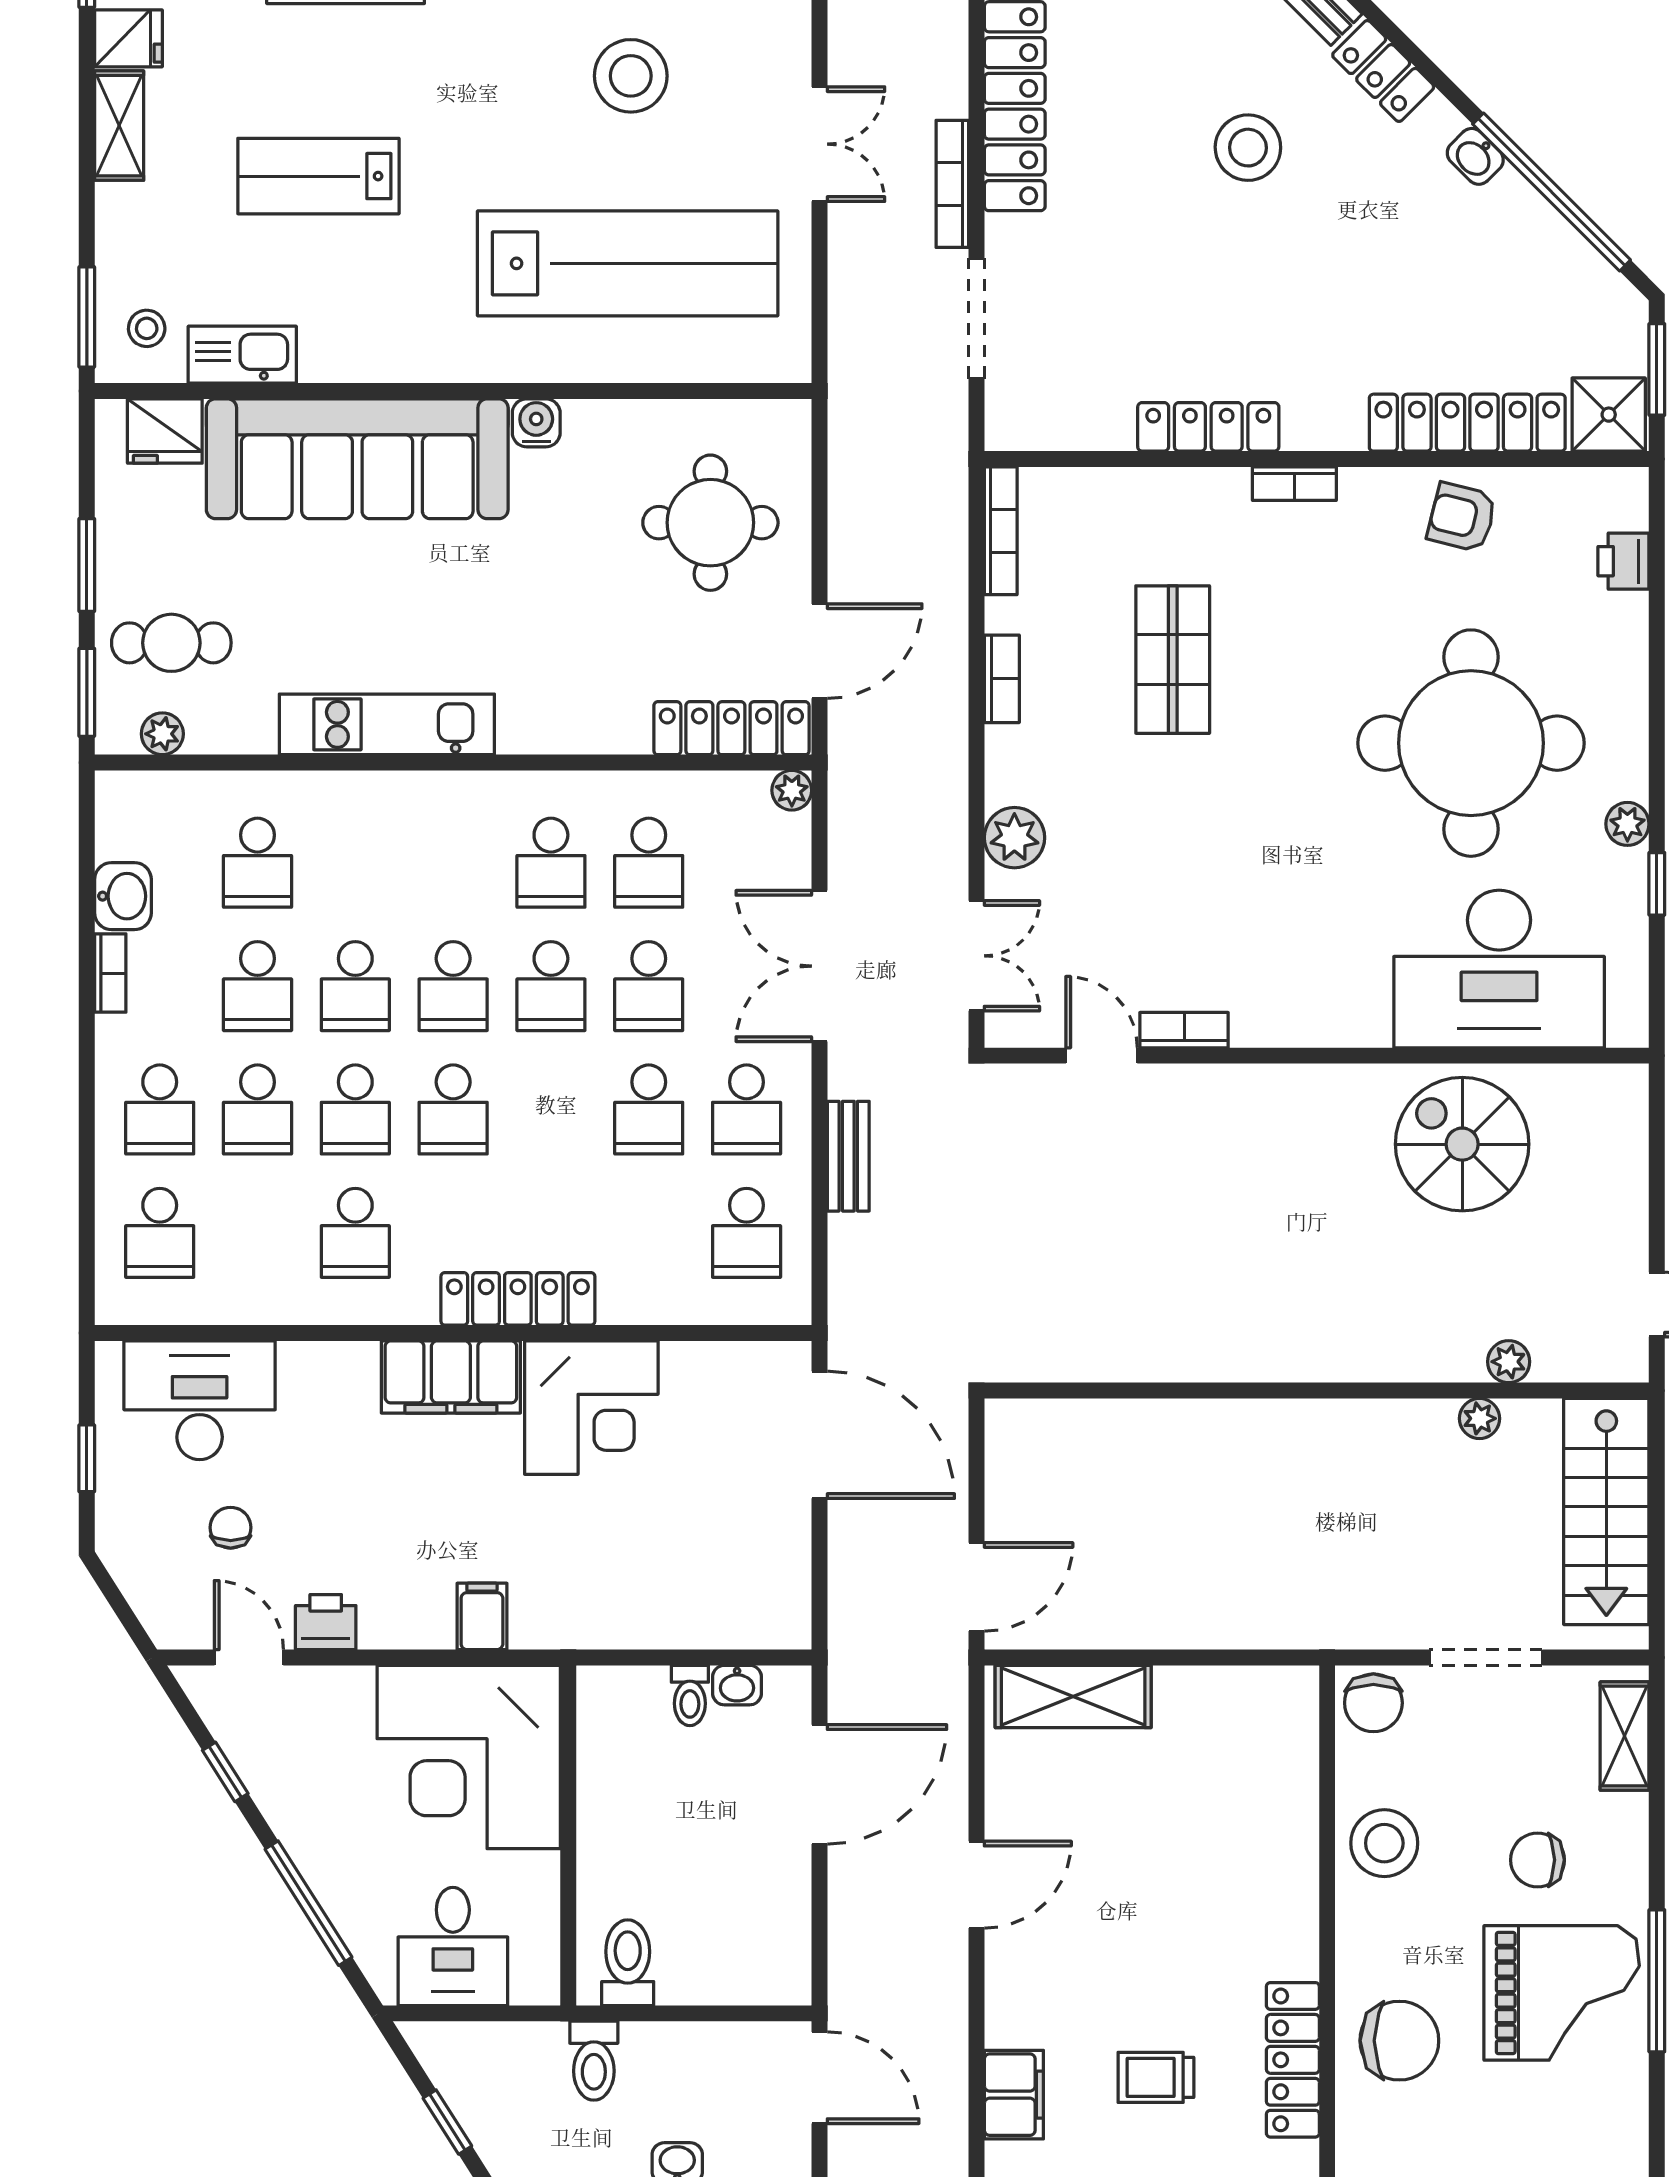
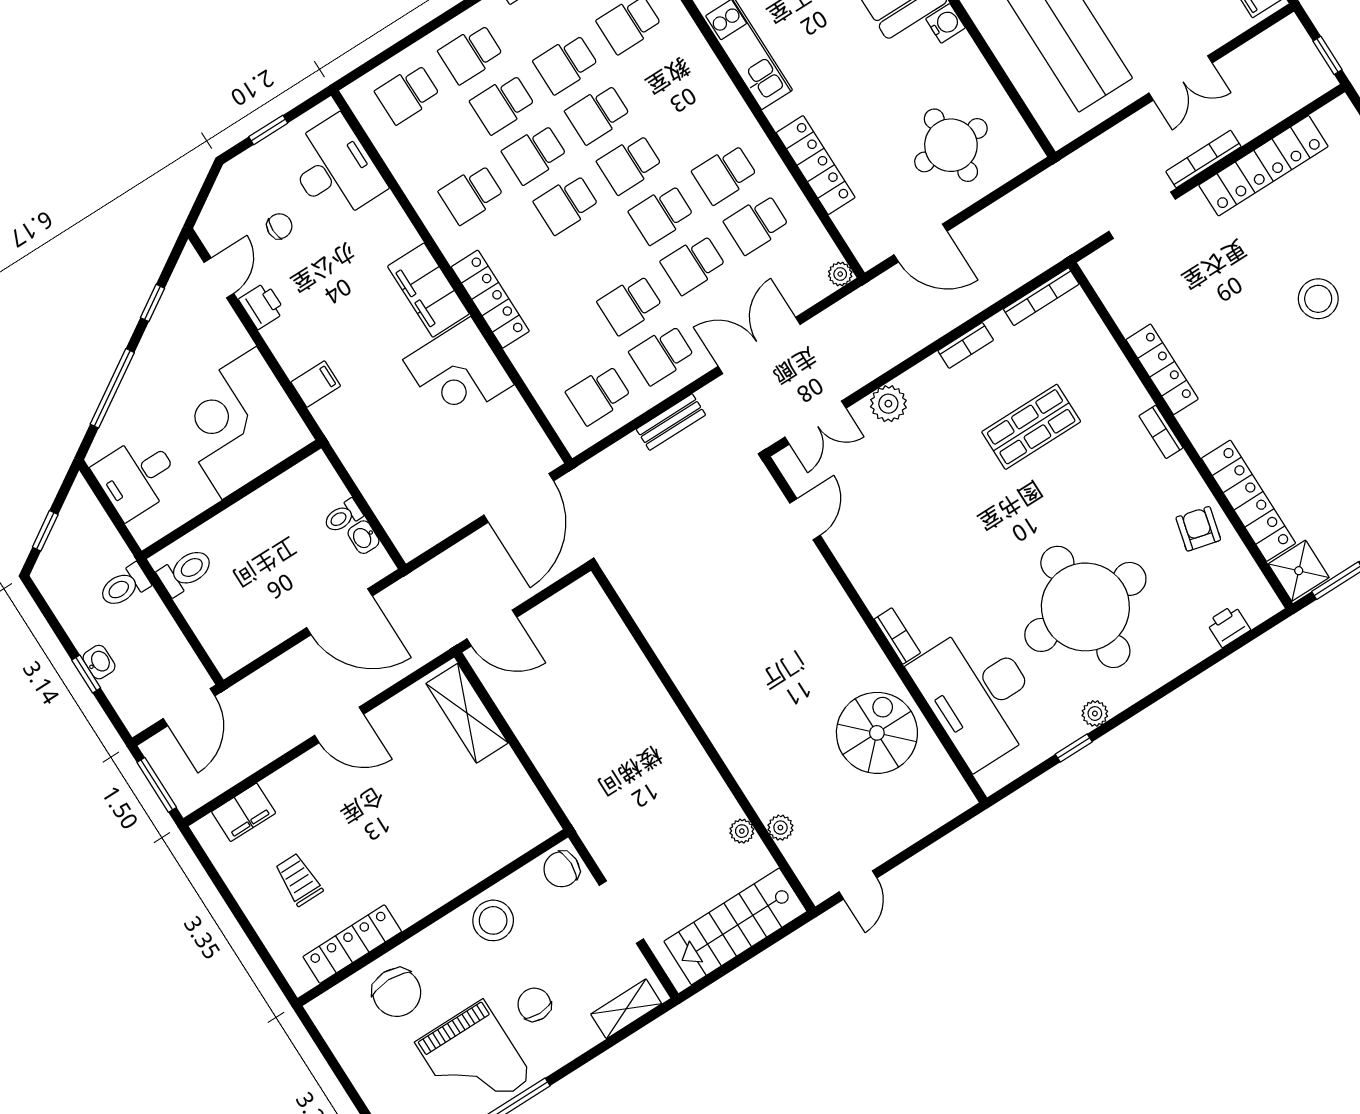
locker: (731, 728) -> (816, 165), moved
bookcase: (1184, 1030) -> (897, 636), moved

